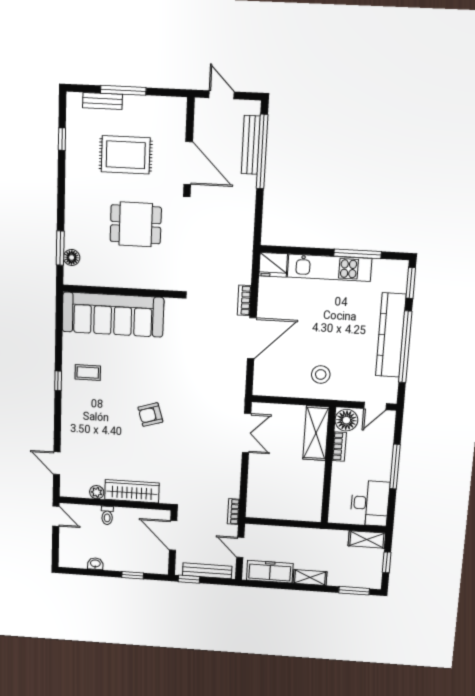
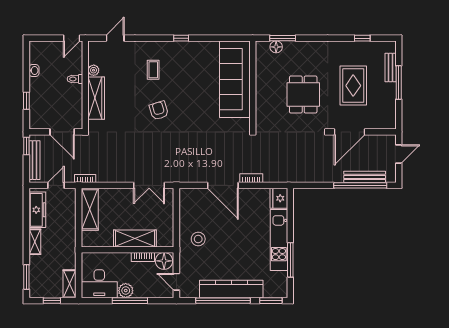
coffee table: (88, 373) -> (153, 70), moved
shelving: (316, 433) -> (135, 238), moved
plant: (381, 471) -> (126, 291), added
shelving: (273, 509) -> (90, 209), added
door: (173, 535) -> (62, 132), swing flipped

